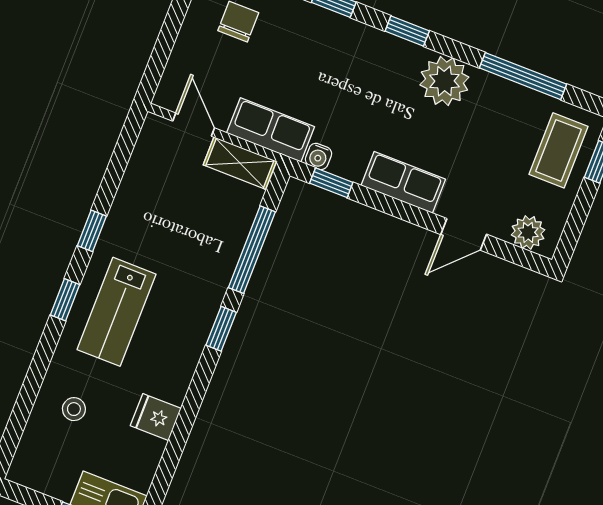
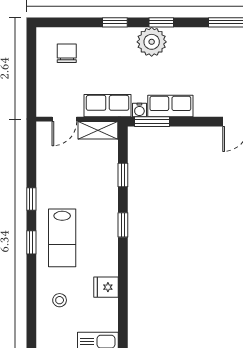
plant: (444, 81) -> (152, 42), moved
door: (194, 125) -> (64, 119), swing flipped
row of seats: (403, 182) -> (170, 106), moved
window: (331, 183) -> (152, 122), width x1.50
window: (252, 250) -> (123, 175), width x0.46

